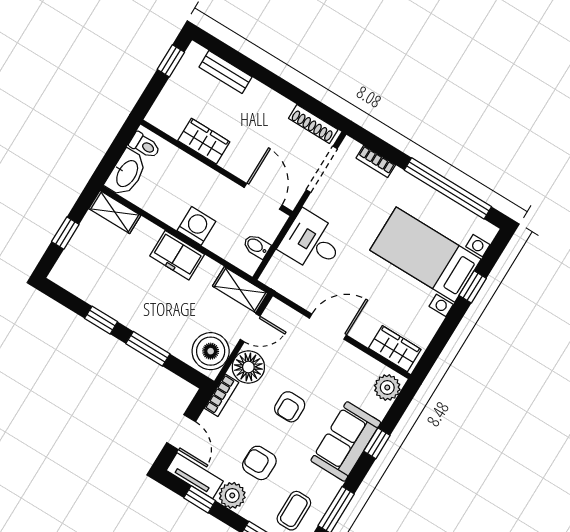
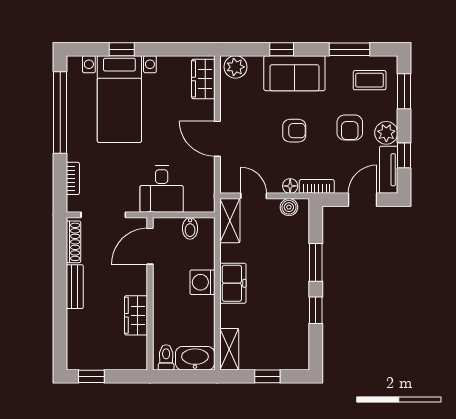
bench: (226, 72) -> (75, 287), moved
boiler: (211, 351) -> (289, 207), width x0.54, depth x0.54
floor lamp: (248, 367) -> (290, 186), width x0.53, depth x0.53

